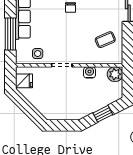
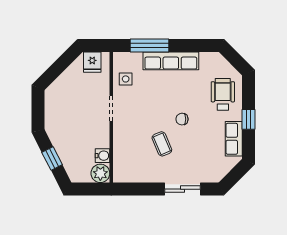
coffee table: (105, 40) -> (162, 144), moved
water cooler: (89, 72) -> (103, 156), moved

